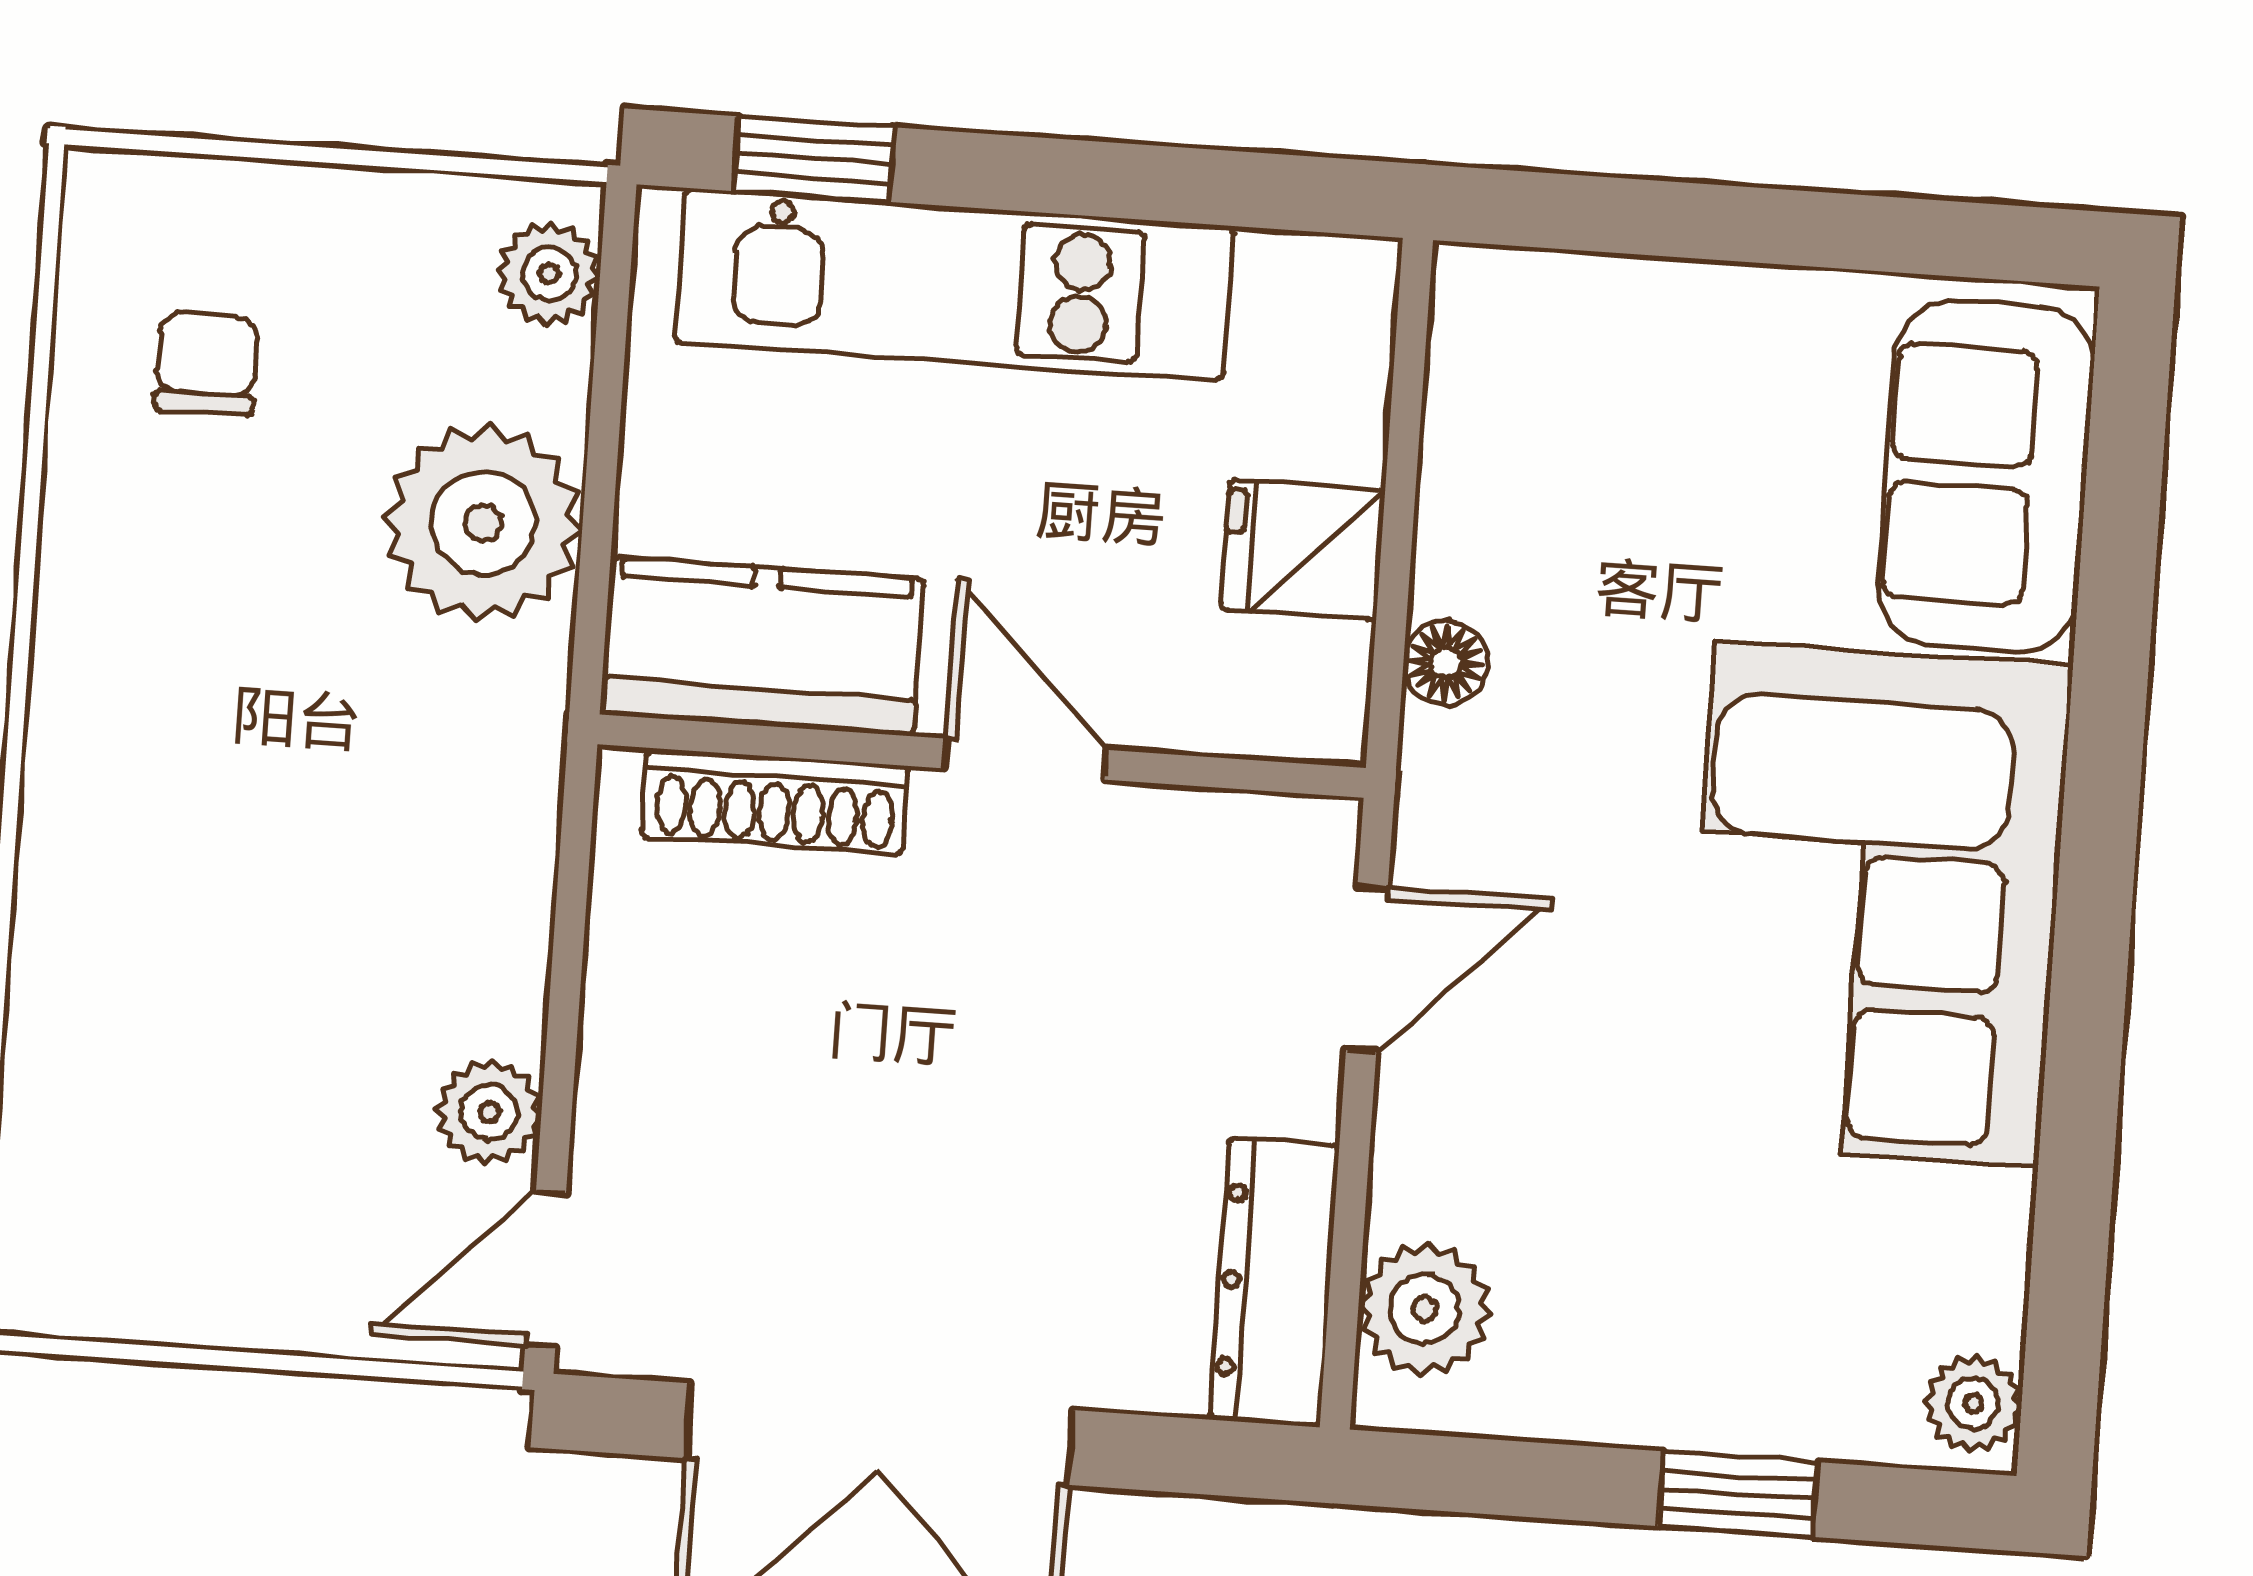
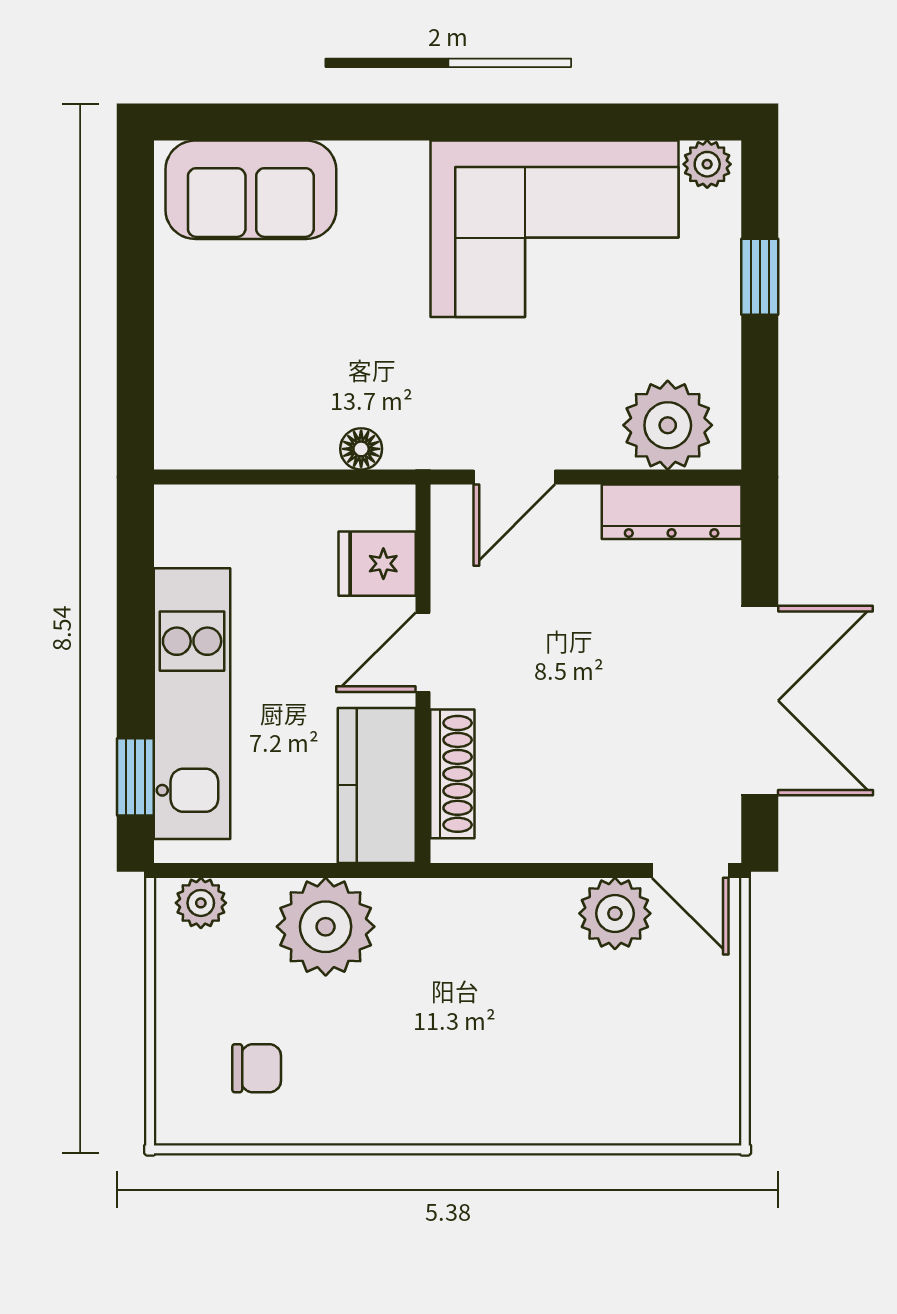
chair: (206, 363) -> (257, 1068), turned 180
fridge: (1303, 550) -> (377, 564), moved, turned 90
corner sofa: (1877, 904) -> (555, 229), moved
door: (1367, 969) -> (514, 477), swing flipped
plant: (489, 1112) -> (615, 913), width x1.38, depth x1.38
plant: (1424, 1309) -> (668, 425), width x1.36, depth x1.36

